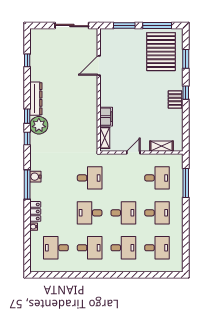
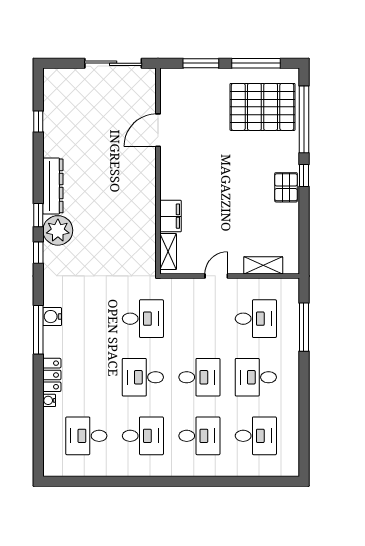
pallet: (161, 52) -> (263, 107), turned 90
window: (186, 59) -> (304, 119), width x2.11
desk: (157, 213) -> (256, 377), turned 180

